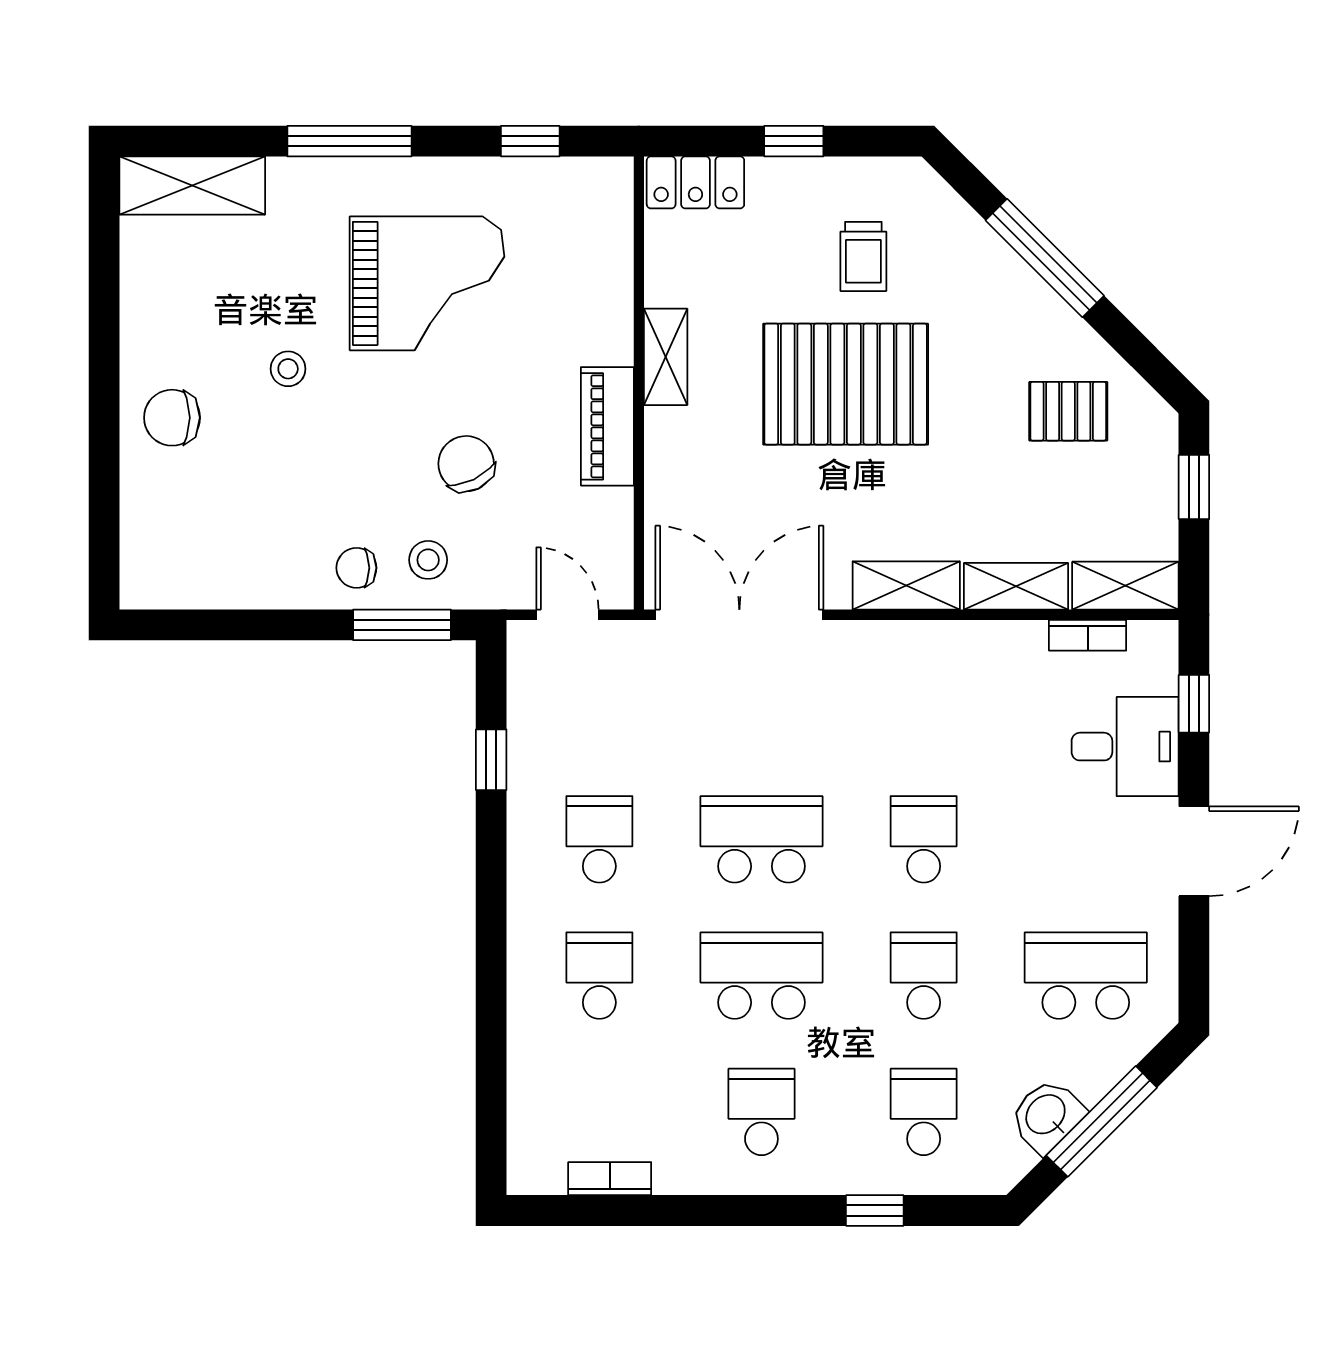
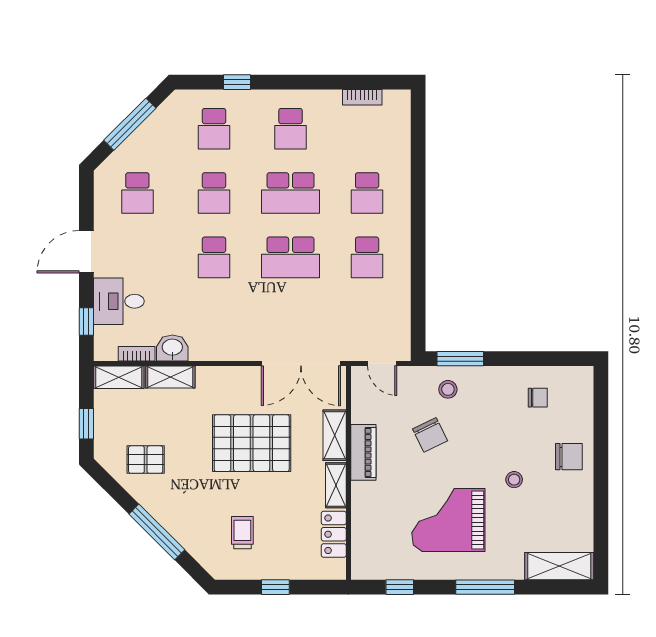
locker: (695, 182) -> (334, 534), moved, turned -90
pallet: (846, 384) -> (252, 443), moved
chair: (356, 568) -> (538, 398), moved
shelving: (906, 585) -> (335, 435), moved, turned 90
window: (491, 760) -> (418, 295), removed
school desk: (1086, 976) -> (137, 193), width x0.54
washbasin: (1047, 1115) -> (172, 348), moved, turned -135

